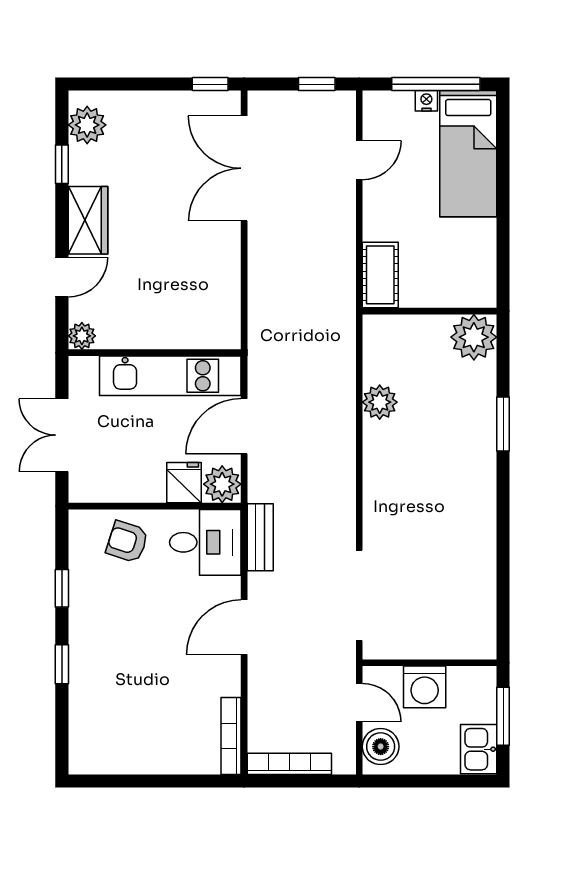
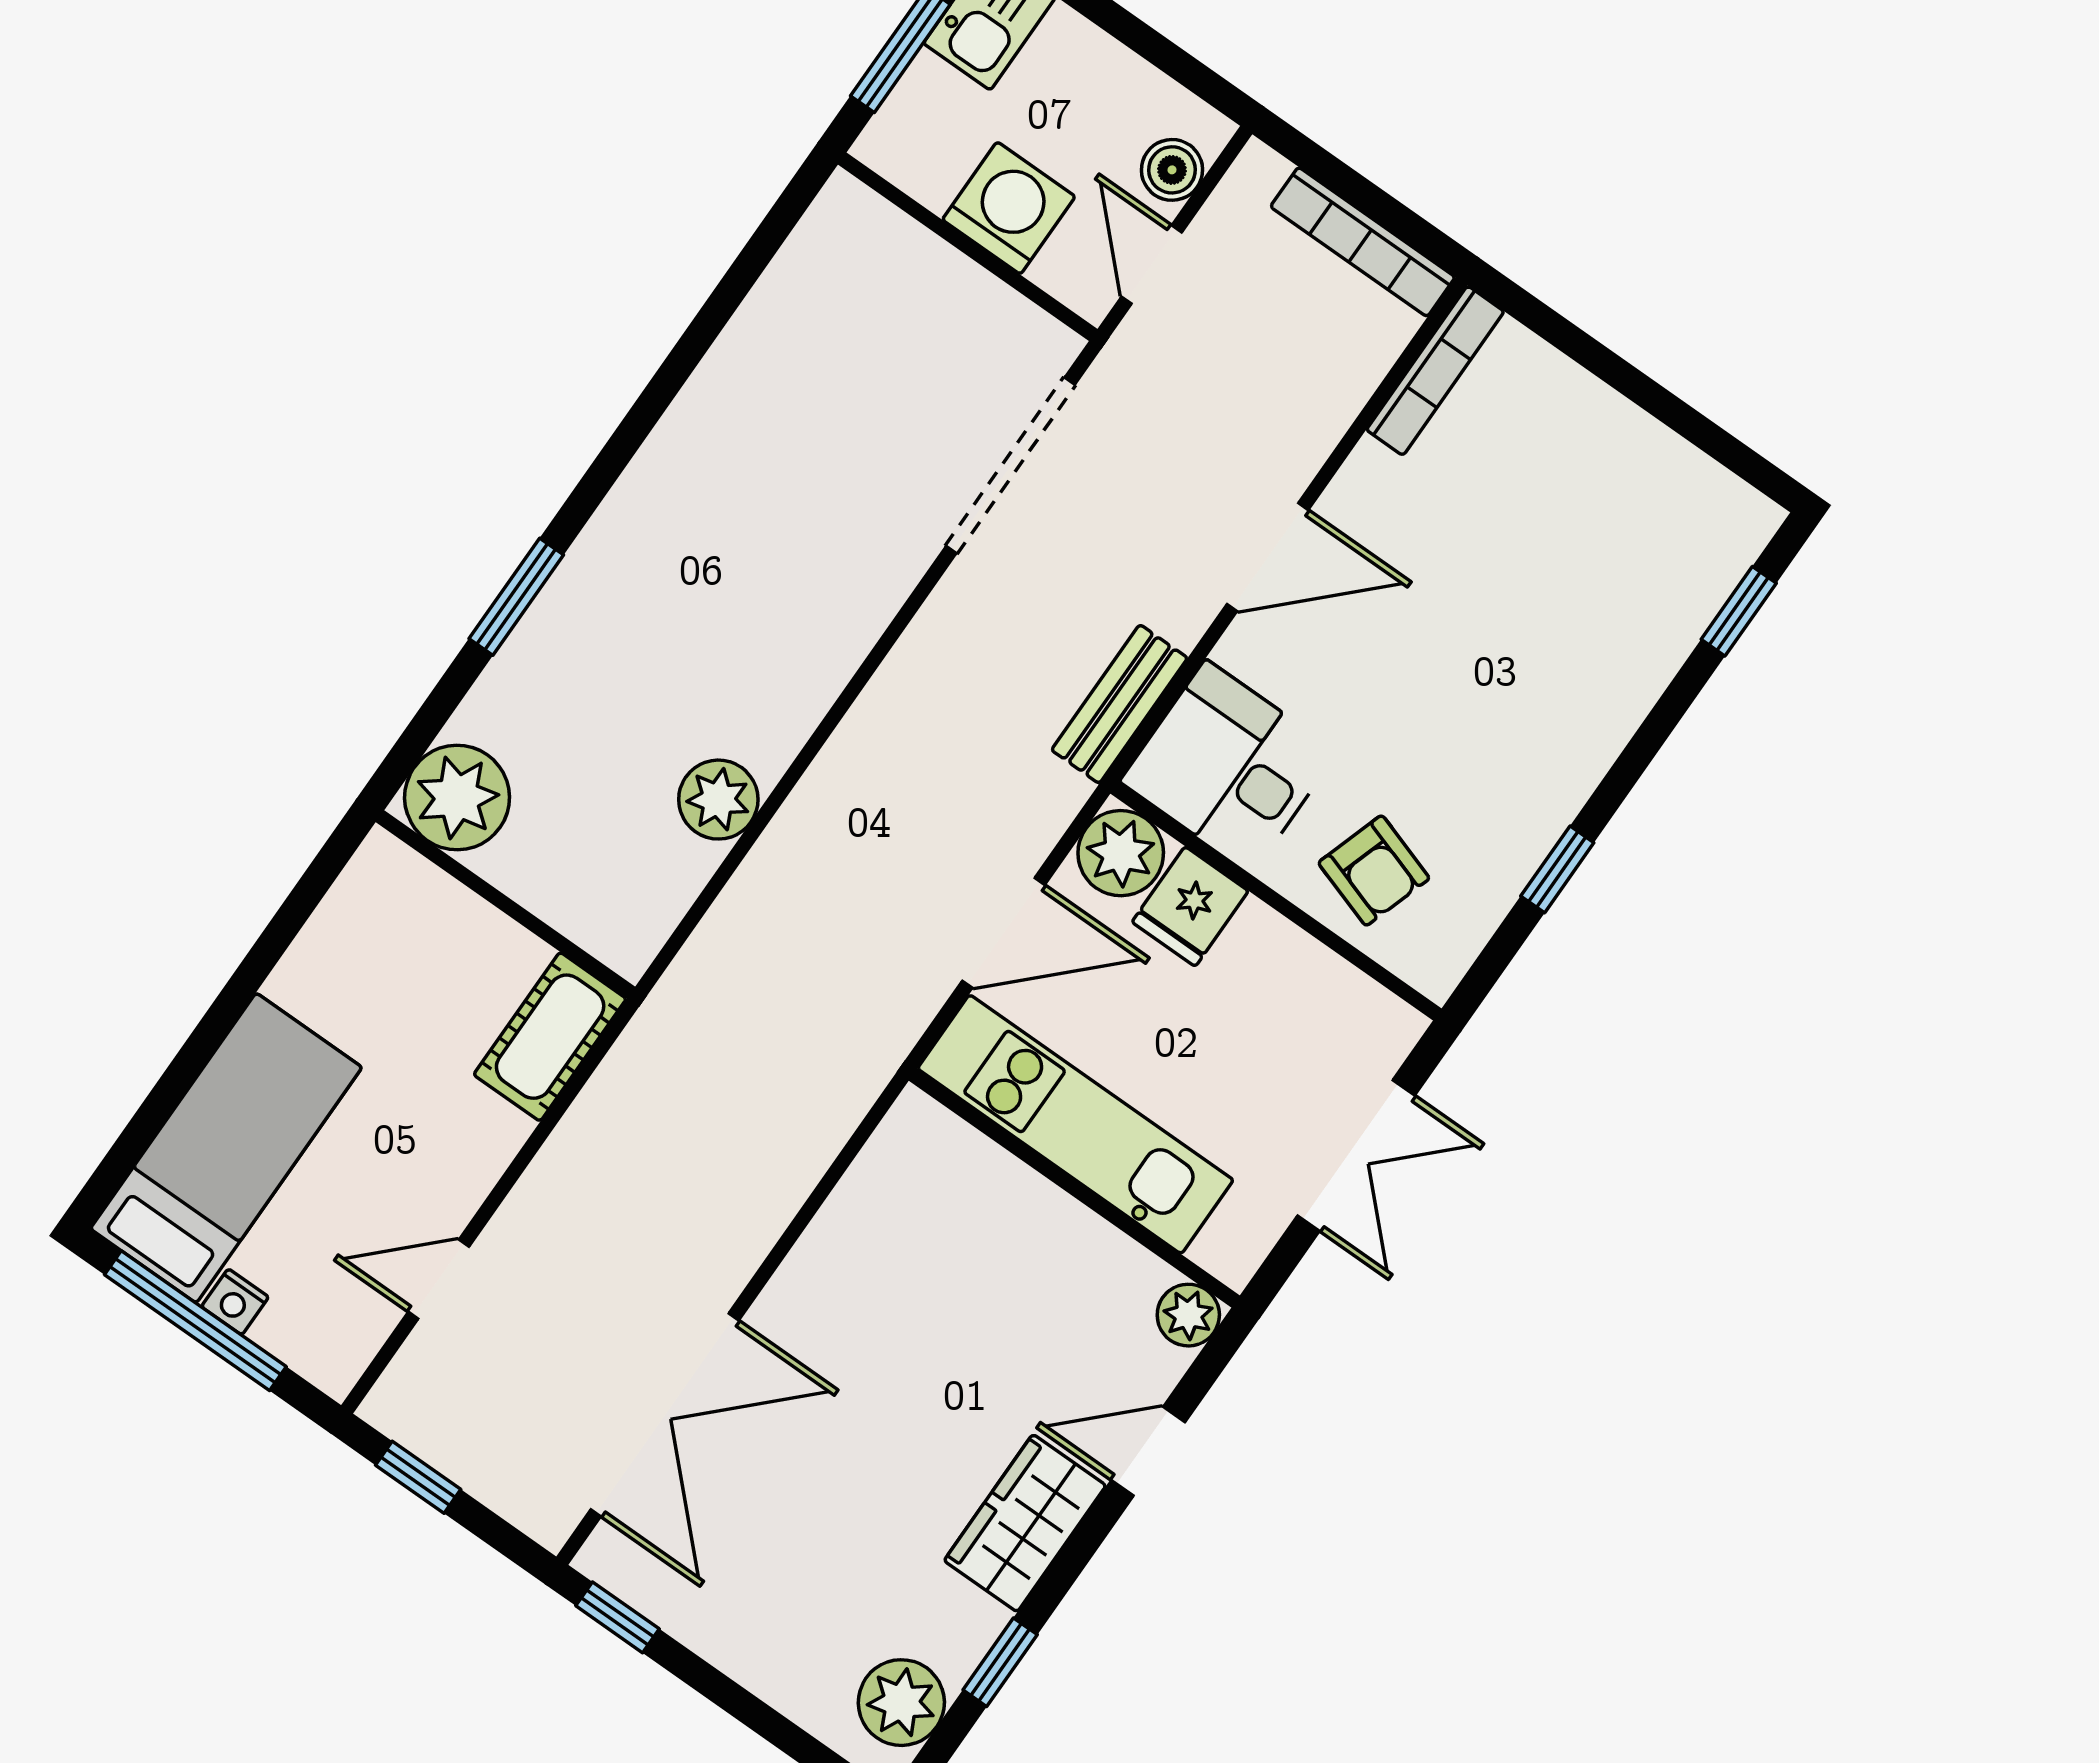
window: (62, 664) -> (1739, 611), moved
boiler: (381, 747) -> (1172, 170), width x0.73, depth x0.73

